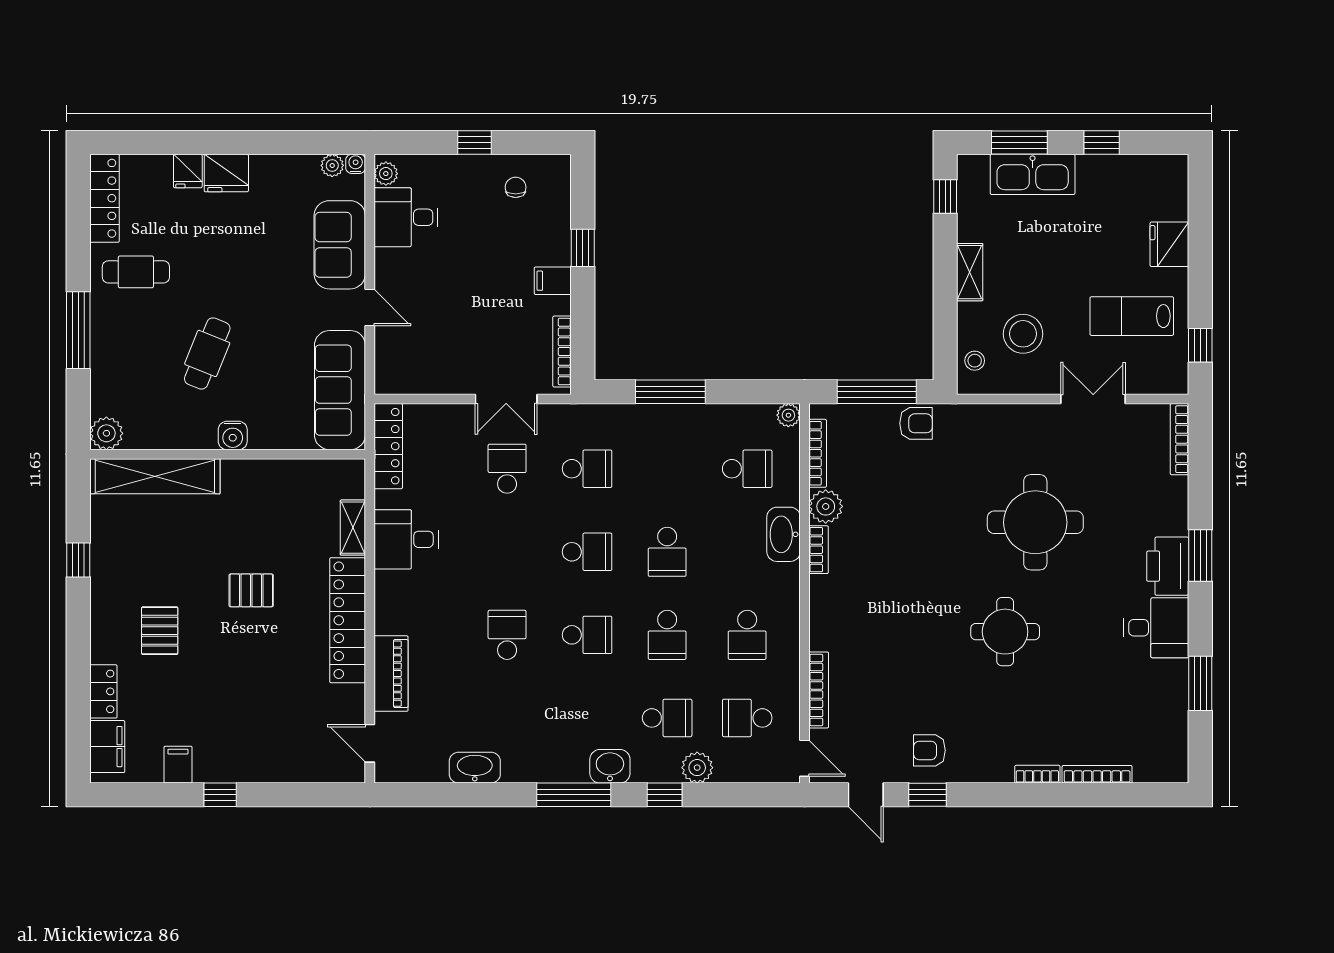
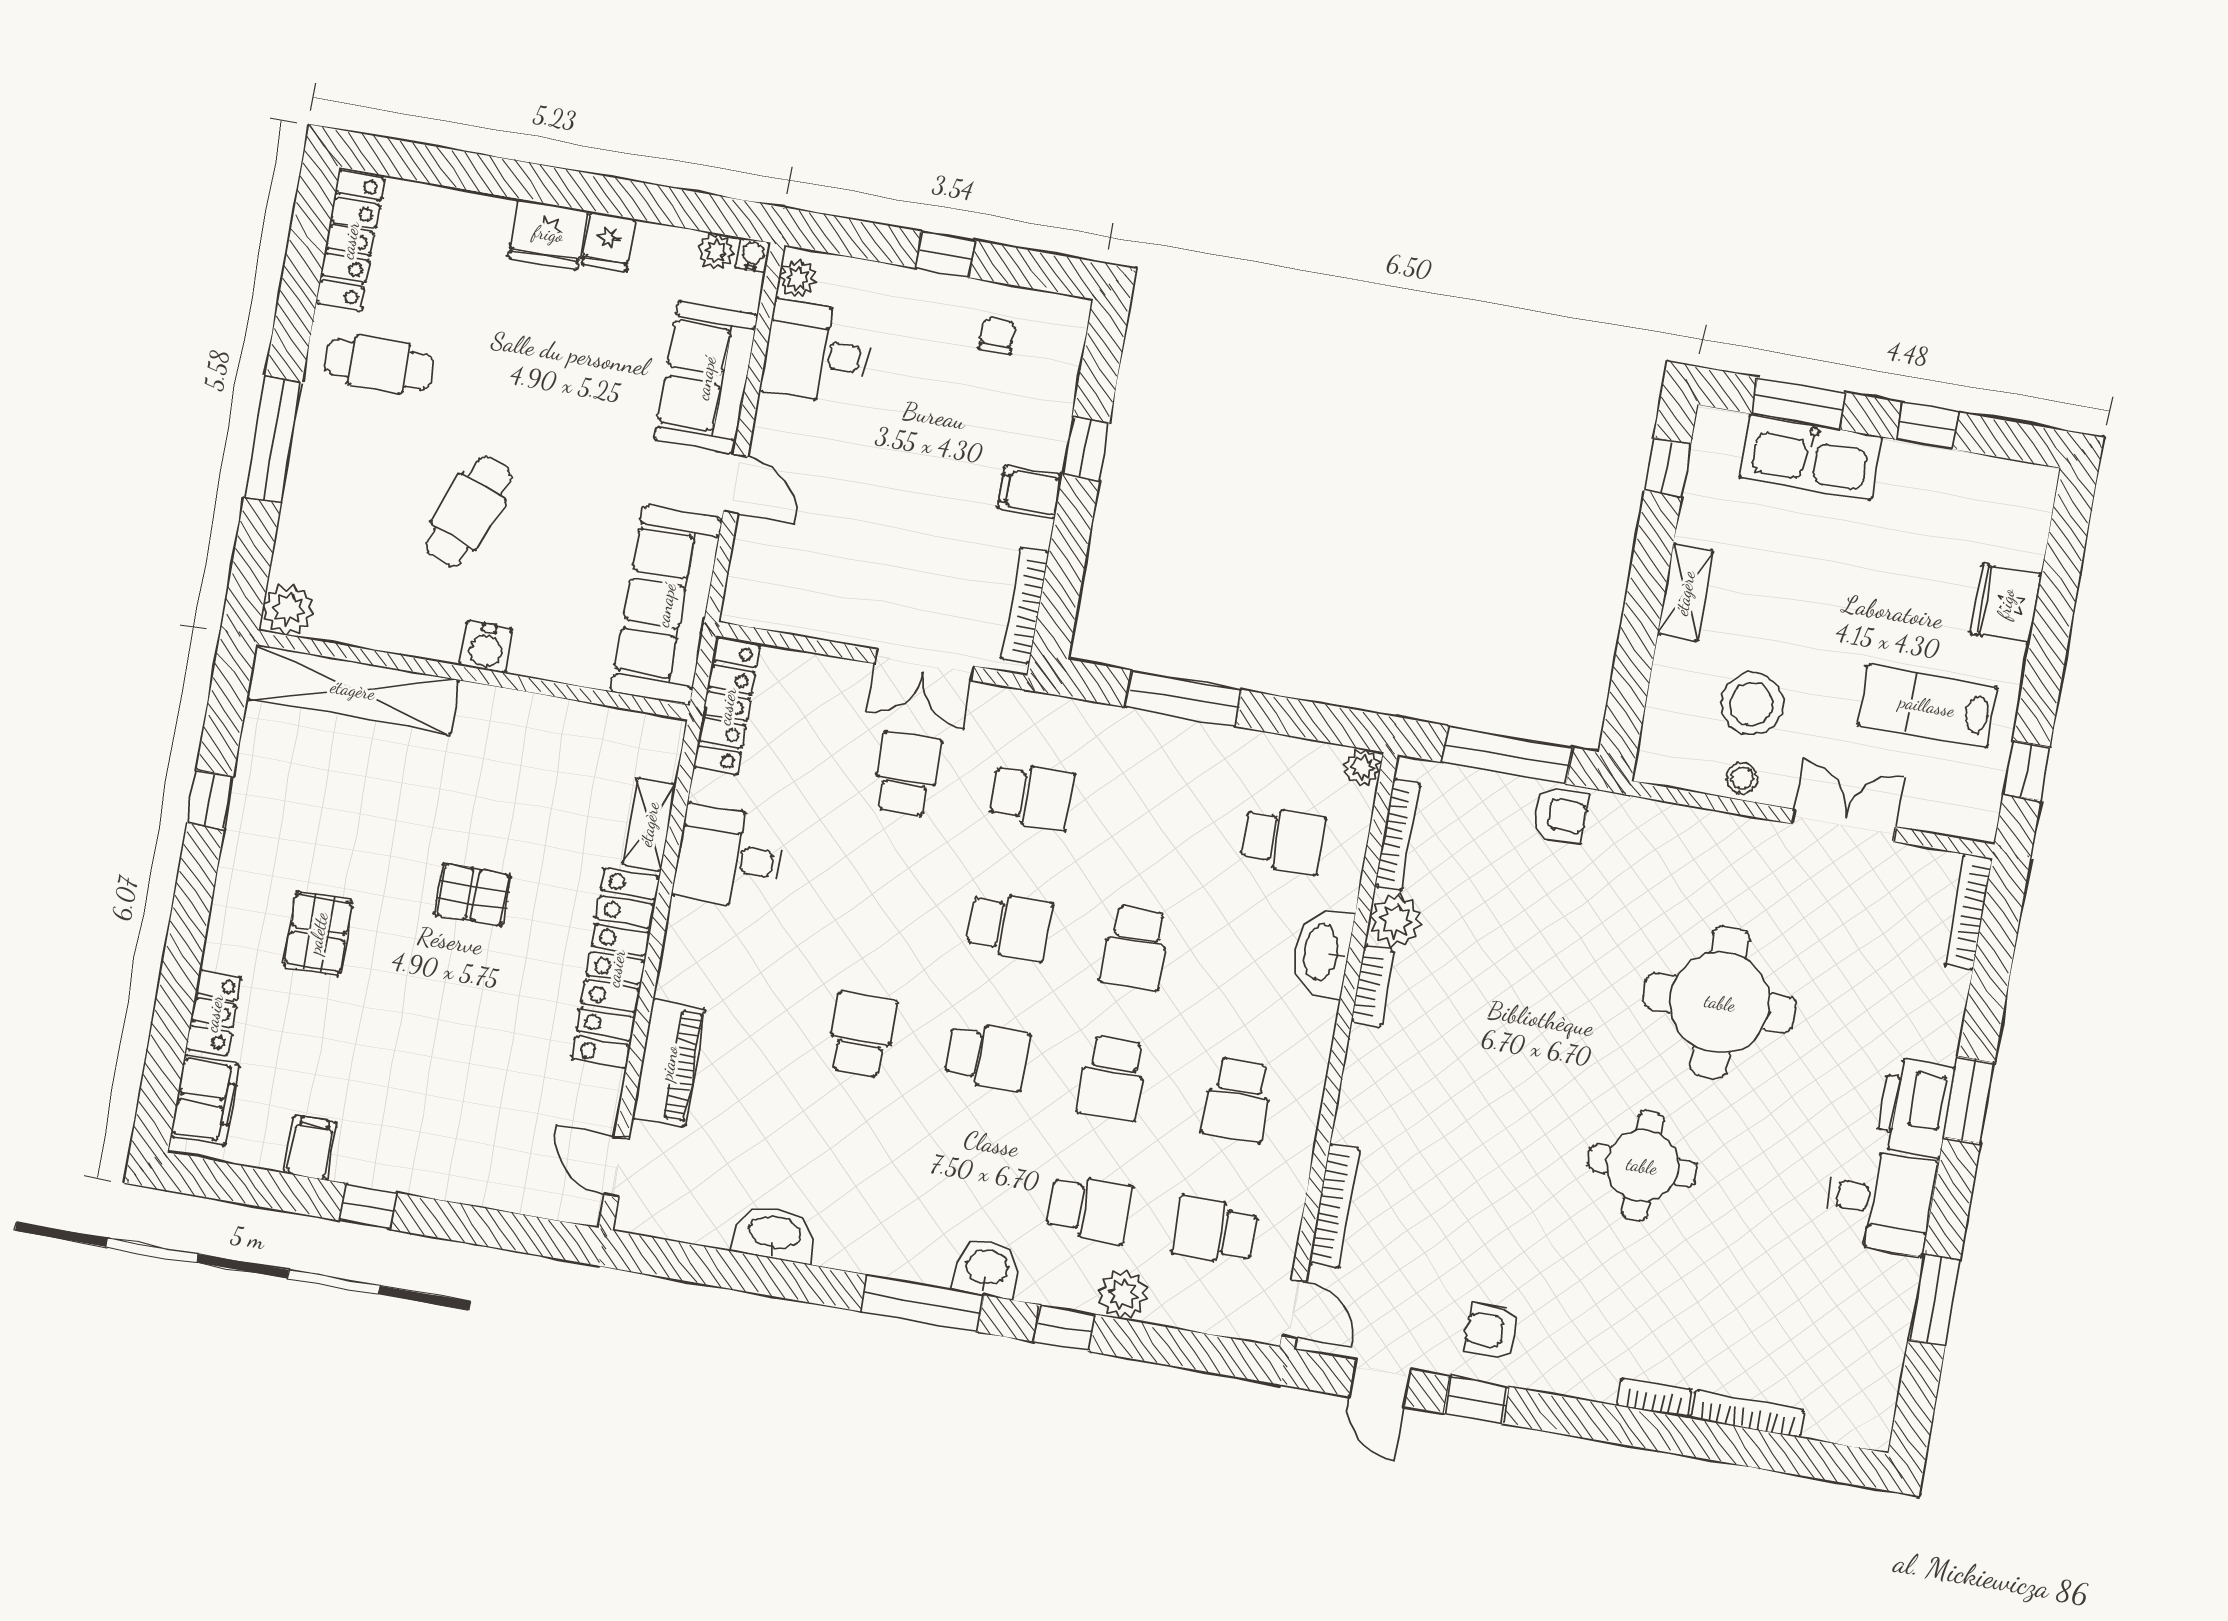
fridge: (188, 171) -> (609, 242), moved
stool: (975, 361) -> (1742, 778), moved

